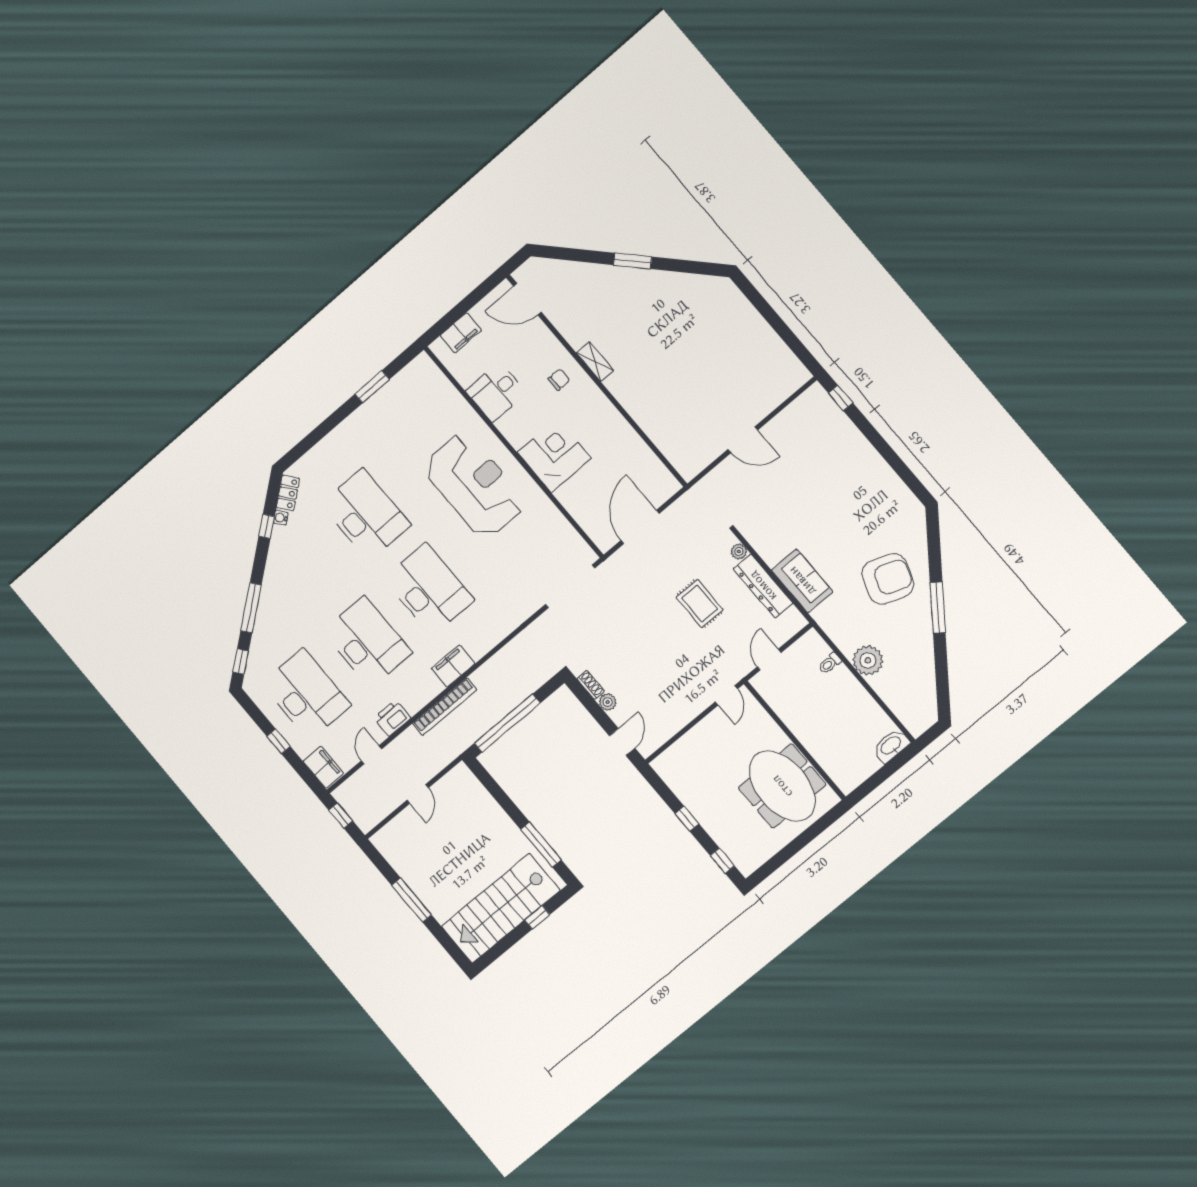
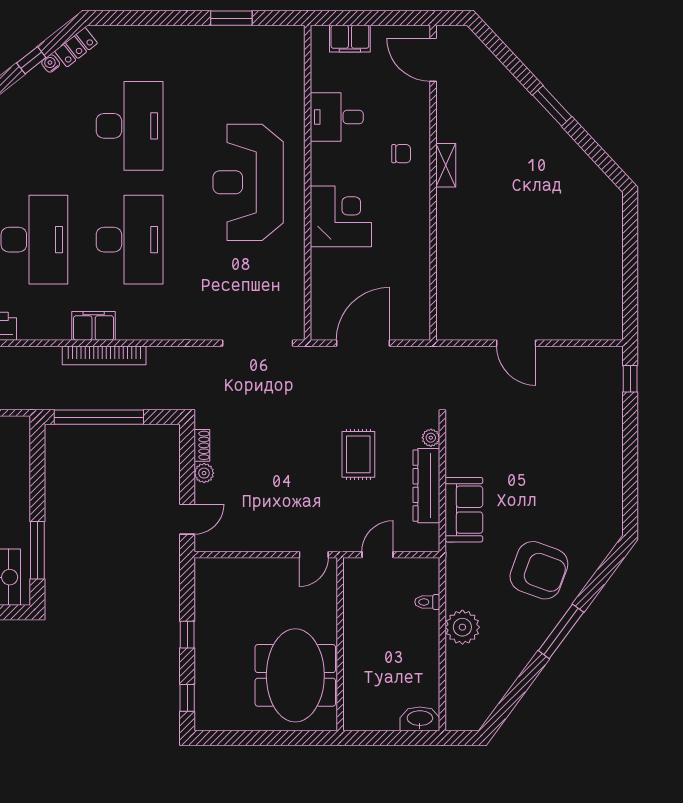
reception desk: (474, 485) -> (248, 182), turned 180
bookcase: (445, 707) -> (104, 355), moved

